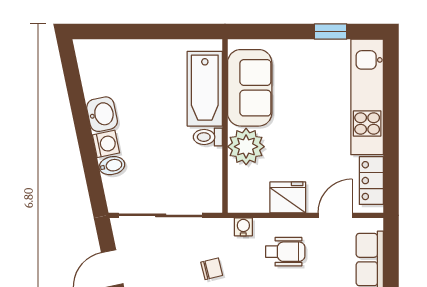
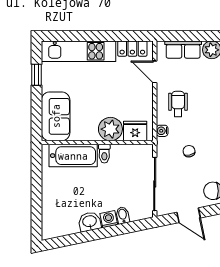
sofa: (250, 88) -> (56, 116), moved, turned 90
fridge: (288, 197) -> (135, 131), moved, turned 90

